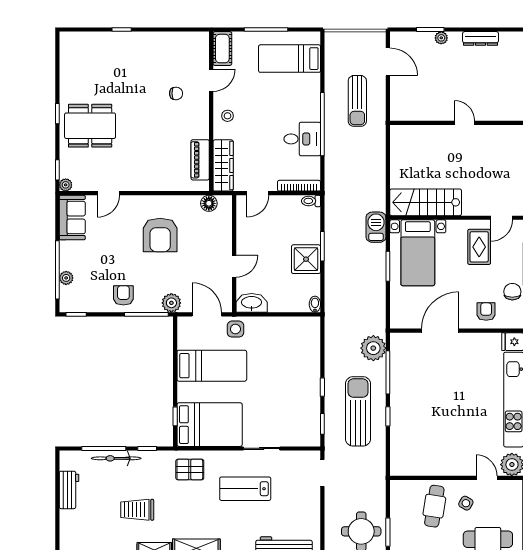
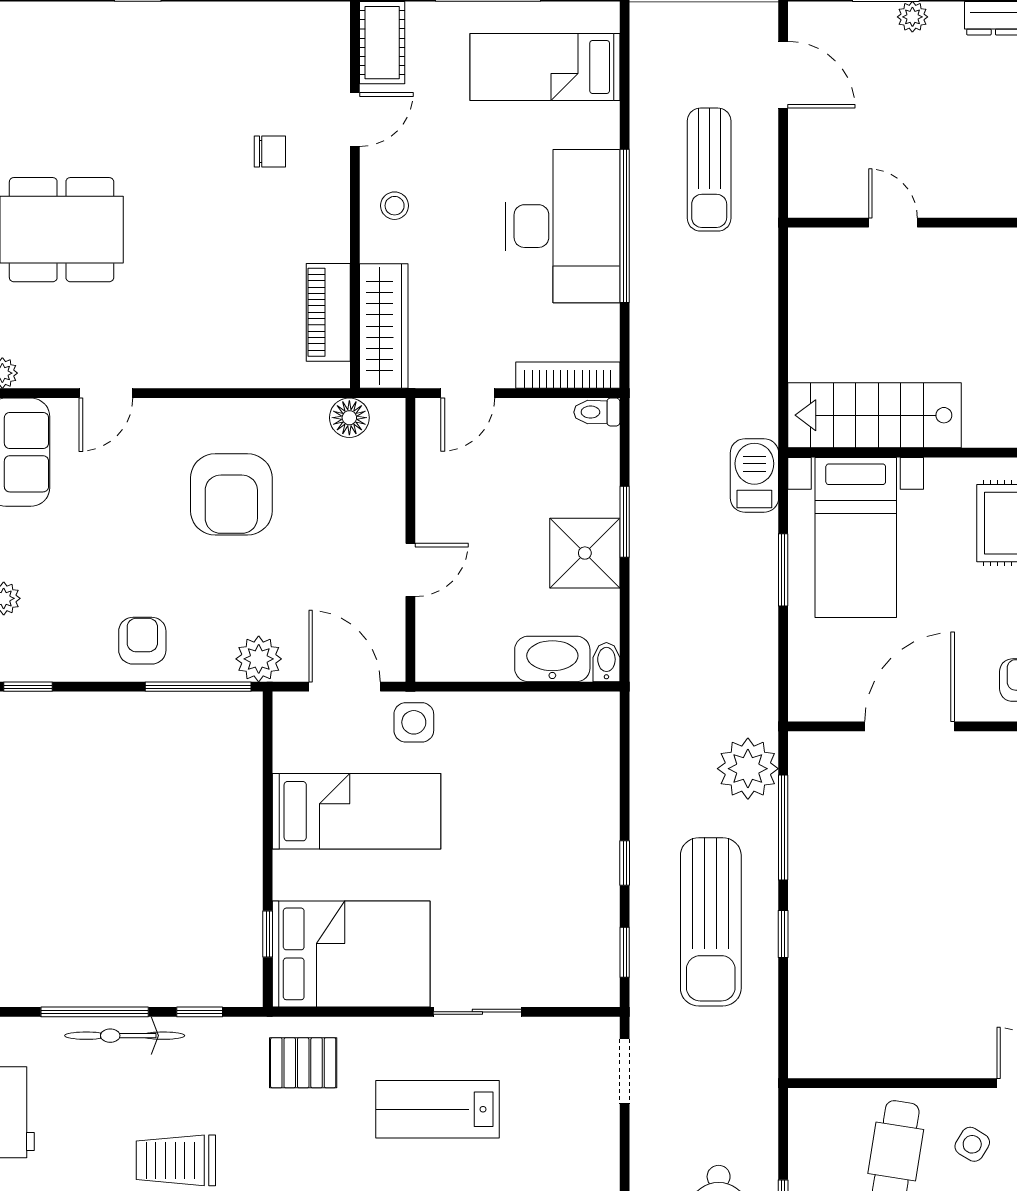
door: (465, 123) -> (893, 223), moved
desk: (302, 139) -> (562, 226), width x1.87, depth x1.30
washbasin: (252, 303) -> (552, 659), moved
sun lounger: (358, 411) -> (711, 922), turned 180

